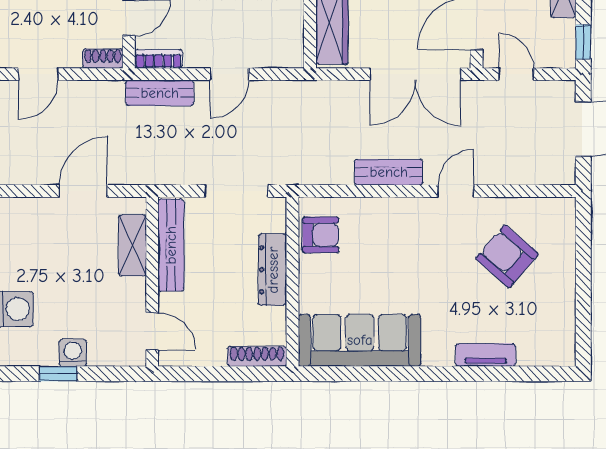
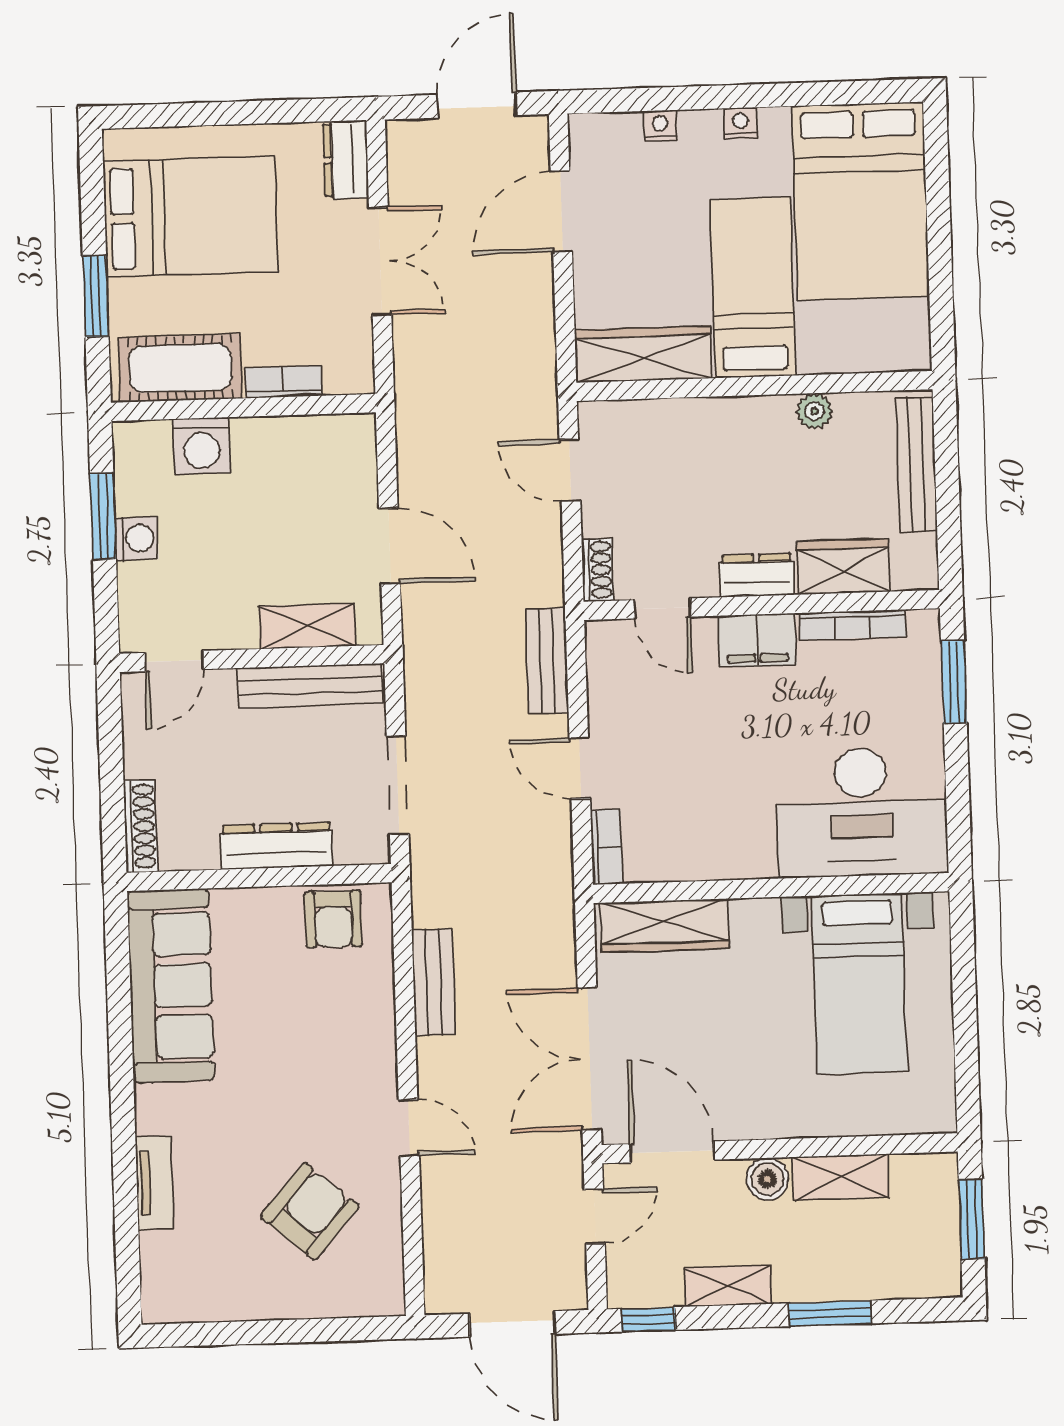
bookcase: (159, 59) -> (606, 847), moved
bench: (389, 172) -> (434, 982), moved
window: (58, 374) -> (103, 516), width x1.50

